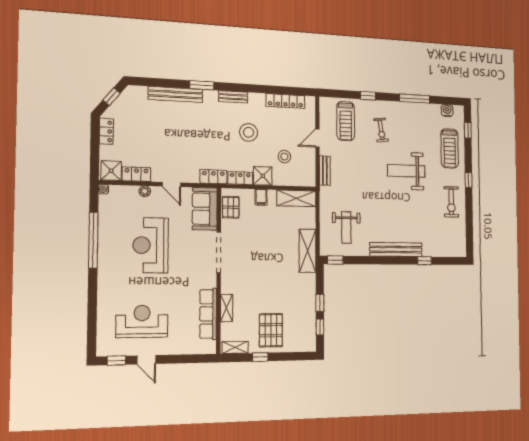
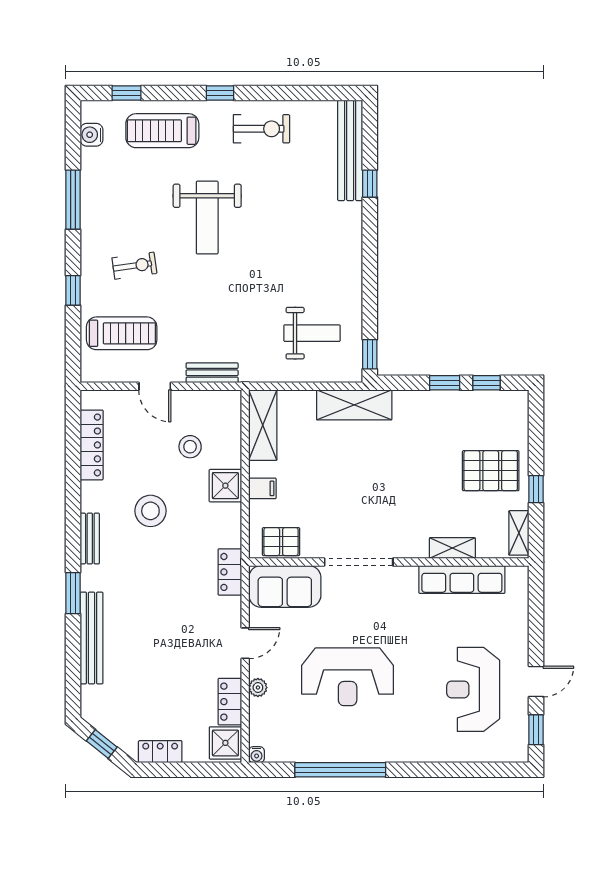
treadmill: (450, 148) -> (162, 131), turned 180
locker: (240, 178) -> (231, 525), removed
bench: (396, 250) -> (350, 150), moved

